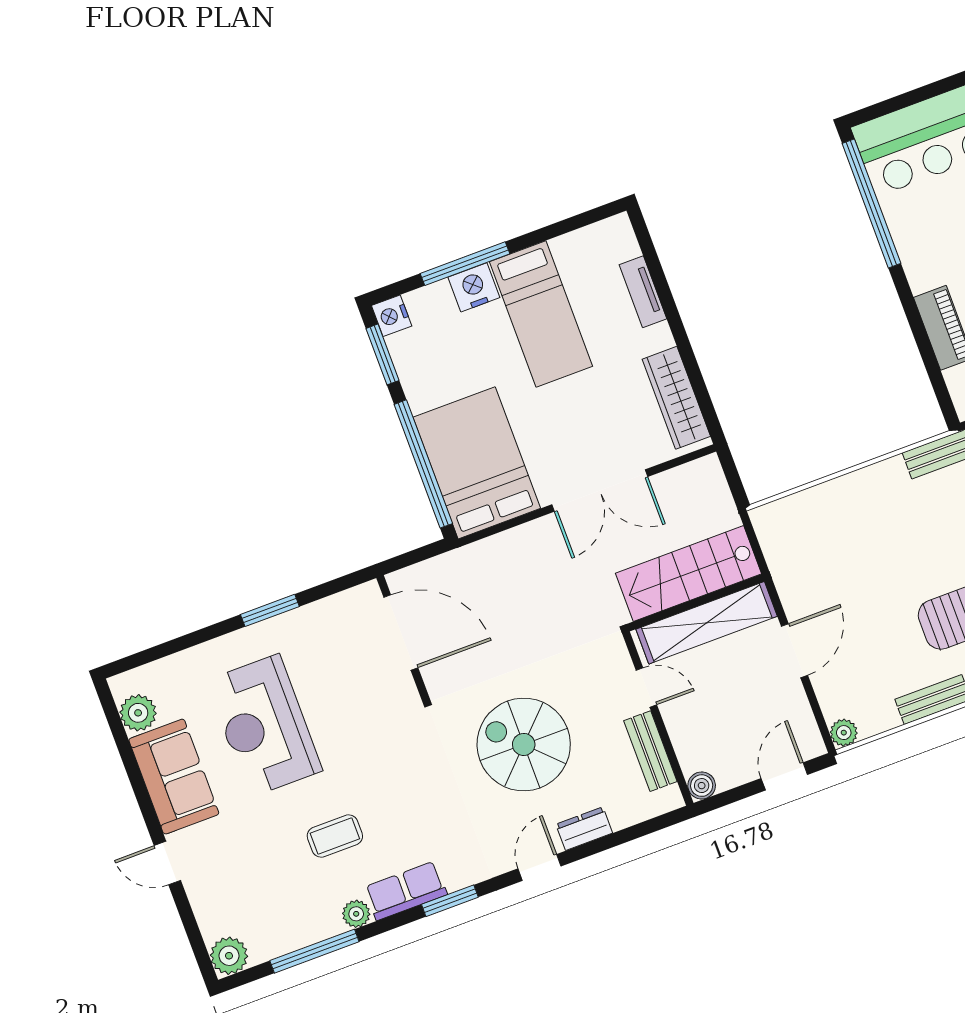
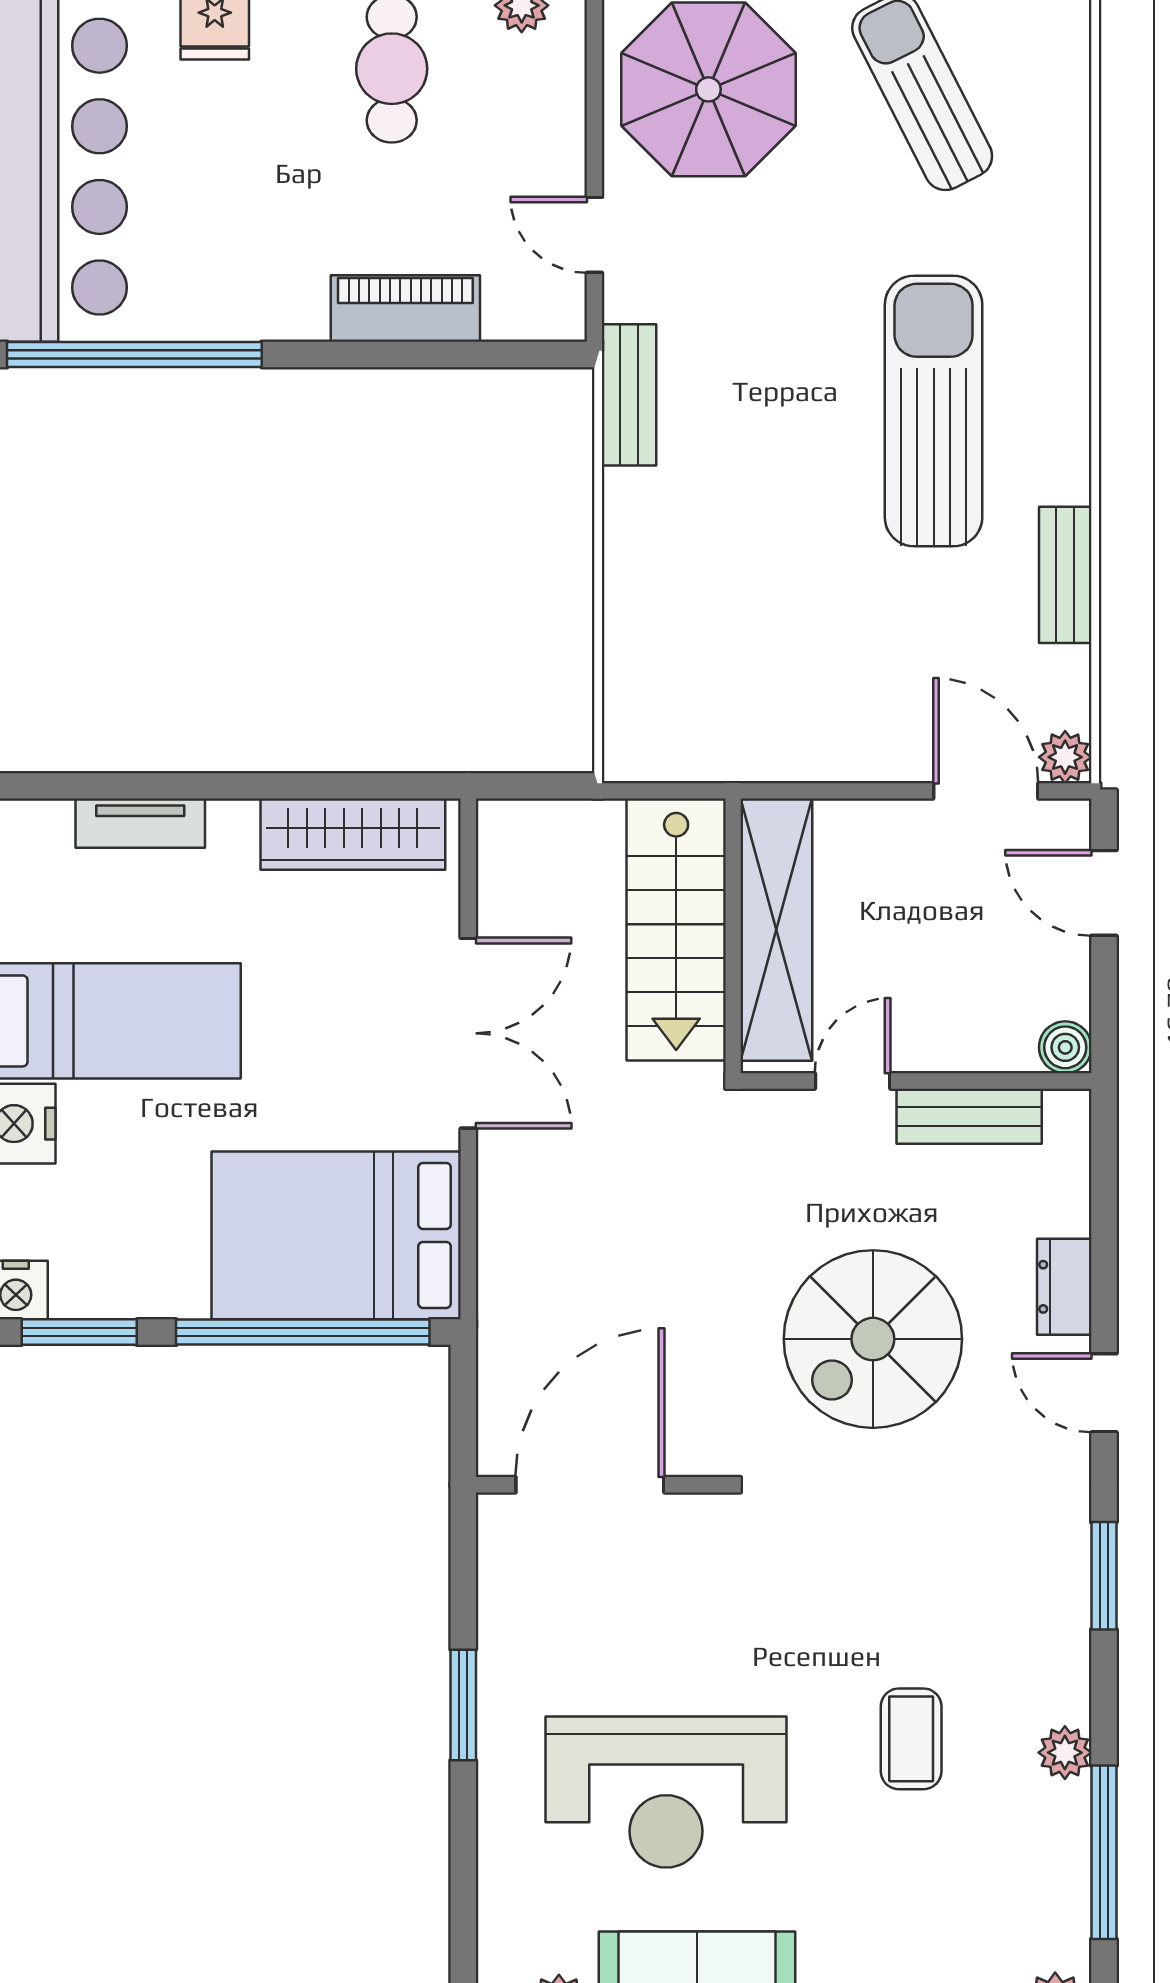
door: (794, 651) -> (986, 791), moved
row of seats: (406, 891) -> (1057, 1648), removed

